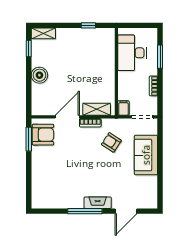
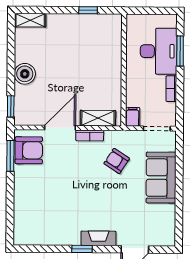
window: (29, 49) -> (11, 106), moved
desk: (132, 53) -> (159, 51), moved, turned 180
window: (85, 211) -> (82, 249), width x0.46

